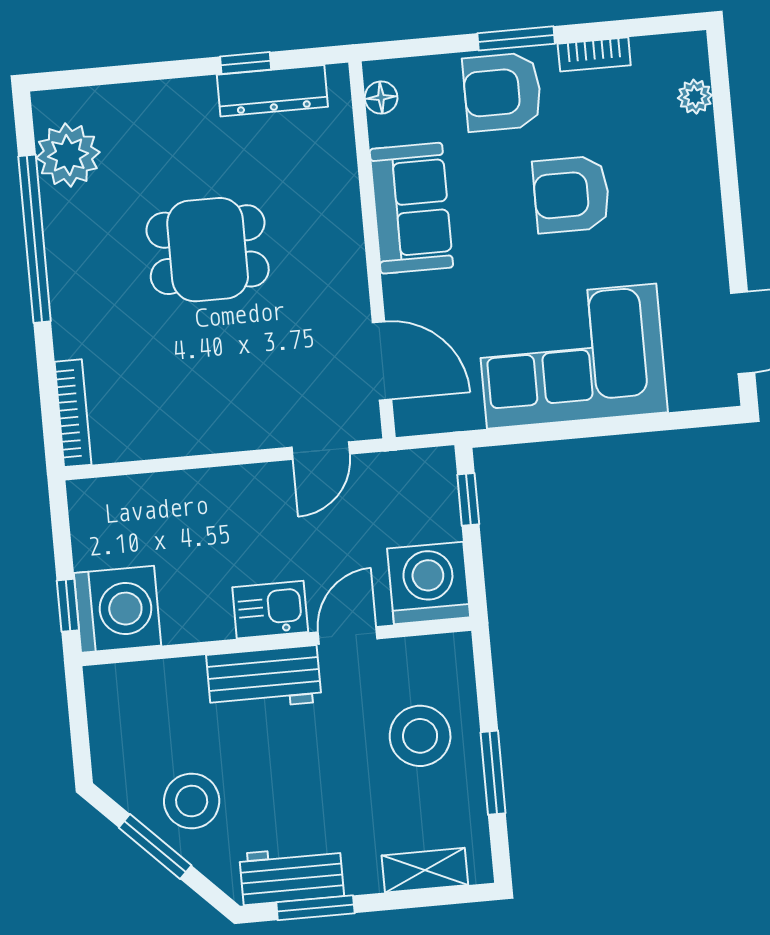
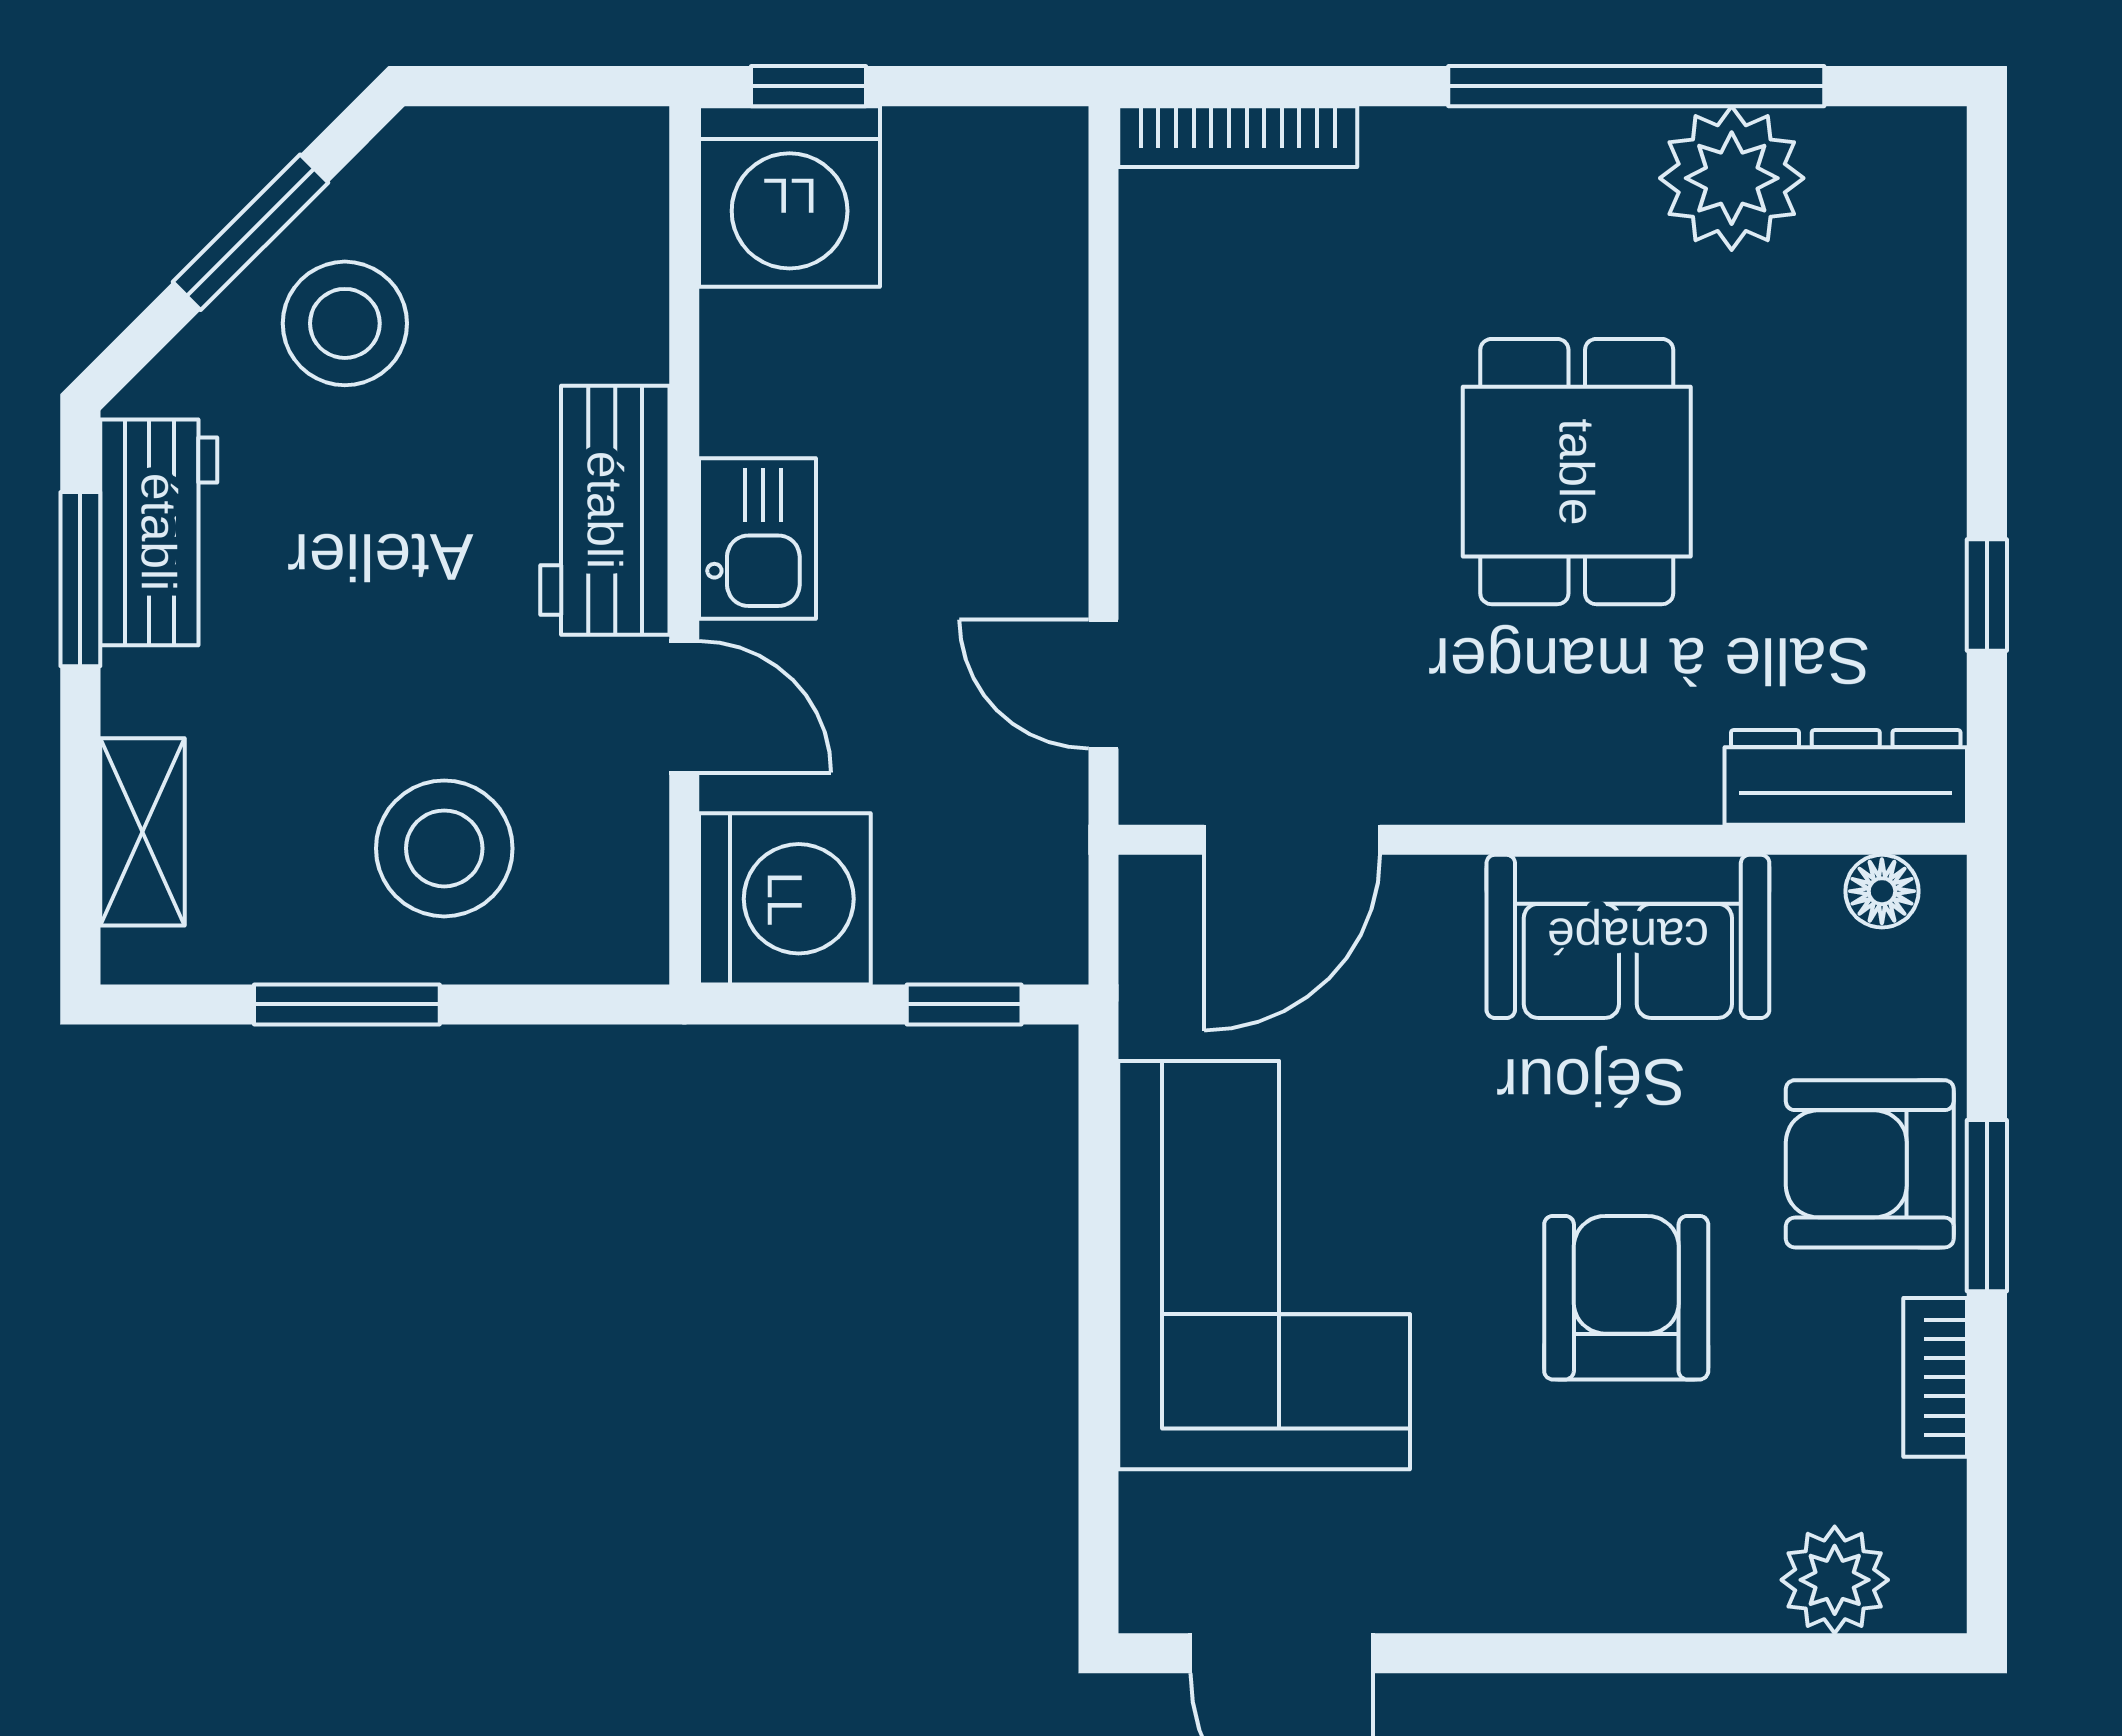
dresser: (272, 91) -> (1846, 777), moved, turned 90
armchair: (502, 92) -> (1870, 1164), turned -90
plant: (695, 97) -> (1835, 1580), width x1.38, depth x1.38
plant: (68, 155) -> (1732, 178), moved

